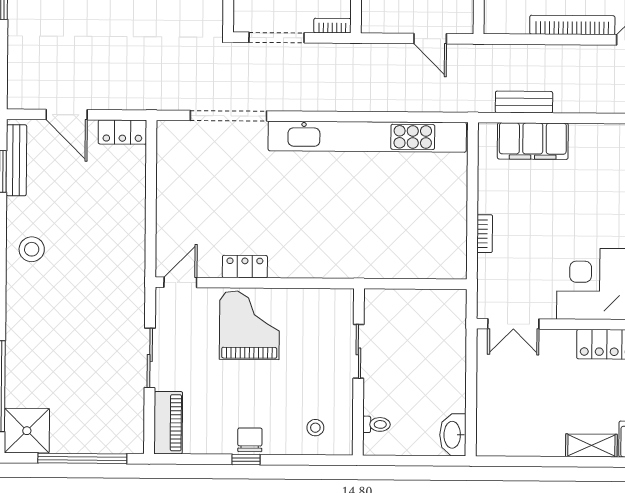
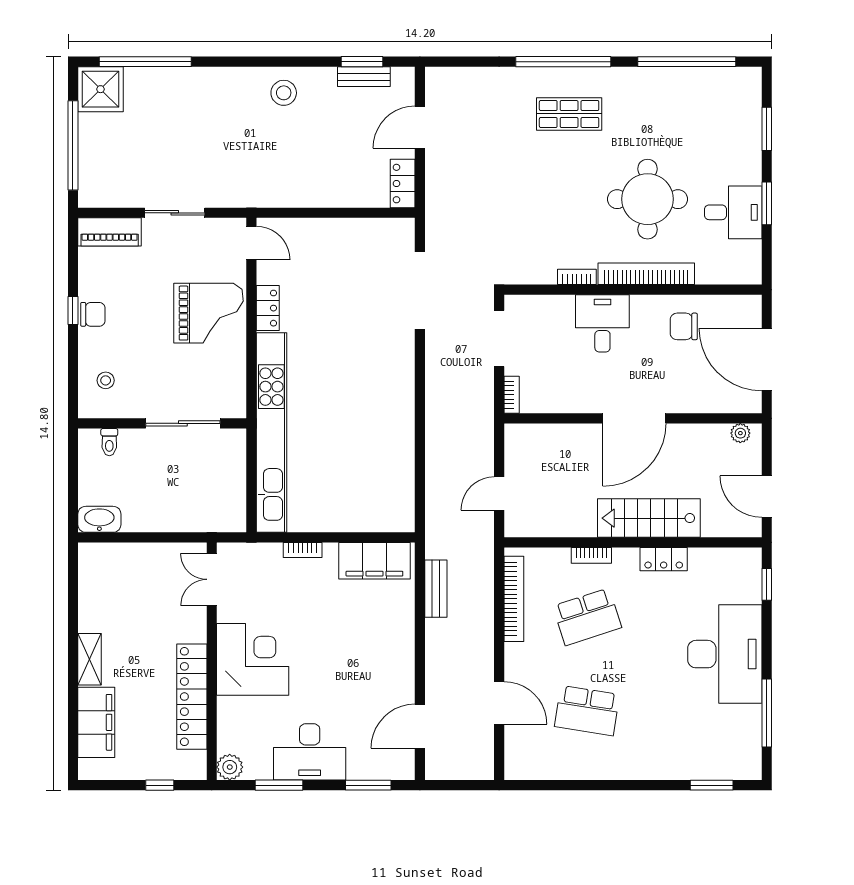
bookcase: (572, 25) -> (514, 599), moved
kitchen unit: (367, 137) -> (271, 433), moved, turned 180
filing cabinet: (533, 141) -> (374, 561), moved, turned -90
bench: (16, 160) -> (364, 77), width x0.73
sliding door: (358, 351) -> (183, 423), width x1.37

